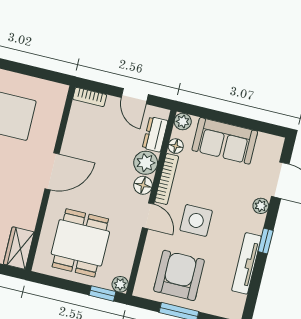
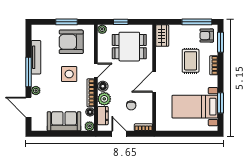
chair: (102, 140) -> (131, 105), added
door: (148, 216) -> (96, 70), swing flipped
window: (266, 241) -> (29, 72), width x2.17
dining table: (80, 243) -> (129, 47), turned 90
armchair: (179, 275) -> (71, 42), turned 90
window: (102, 293) -> (121, 22), moved

